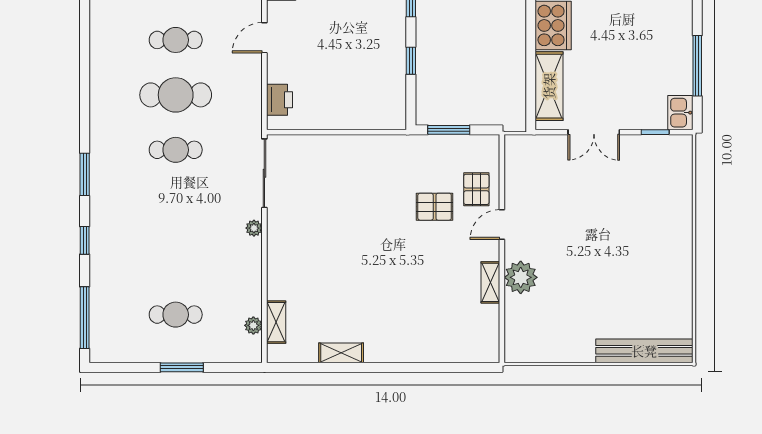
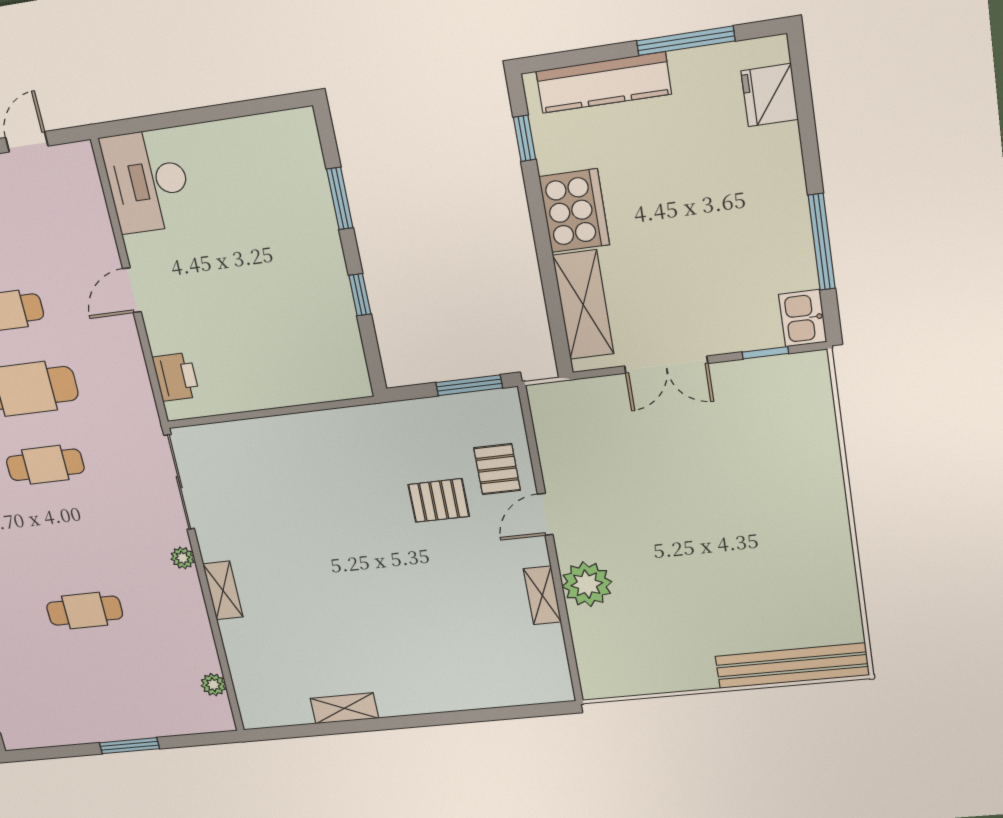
window: (449, 130) -> (469, 385), moved
cafe table: (176, 315) -> (85, 611), moved
shelving: (276, 322) -> (223, 590), moved

